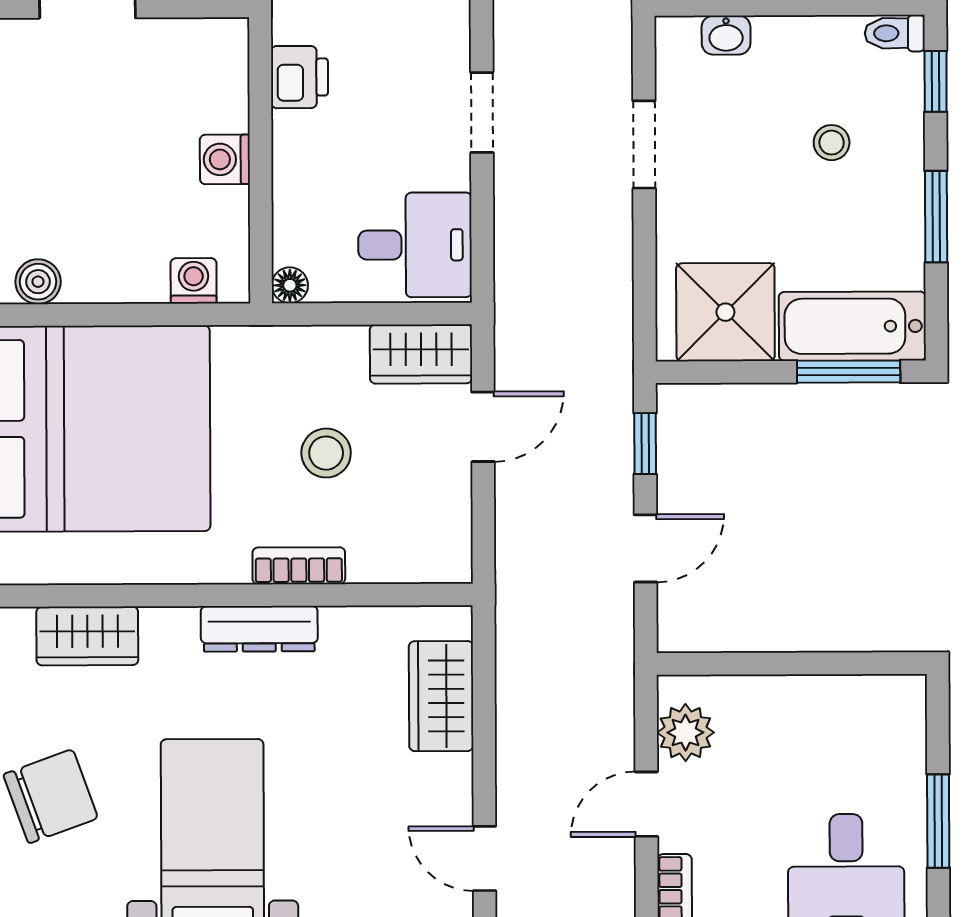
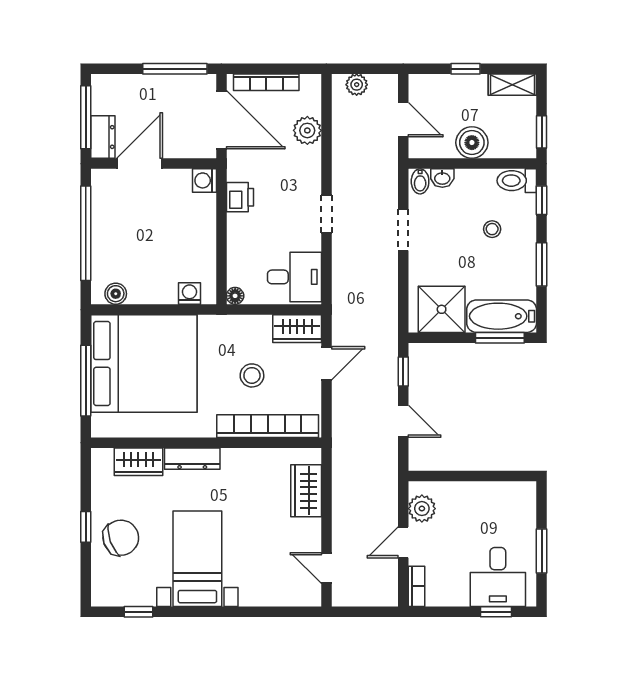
toilet: (895, 33) -> (517, 181), width x1.37, depth x1.39
bidet: (679, 42) -> (420, 181), added
washing machine: (225, 159) -> (204, 180), moved
door: (645, 548) -> (403, 421), hinge flipped
bookcase: (299, 566) -> (268, 426), width x2.31, depth x1.31
dresser: (259, 629) -> (192, 459), moved

